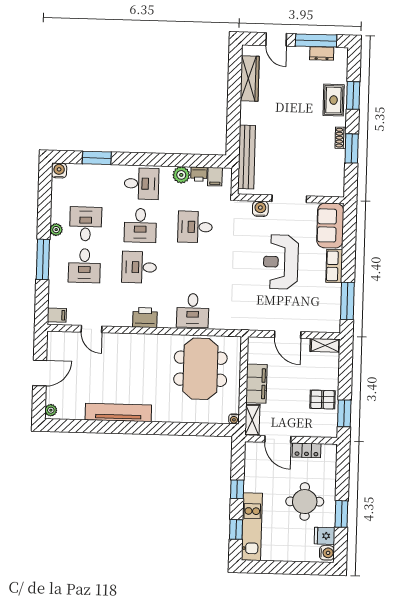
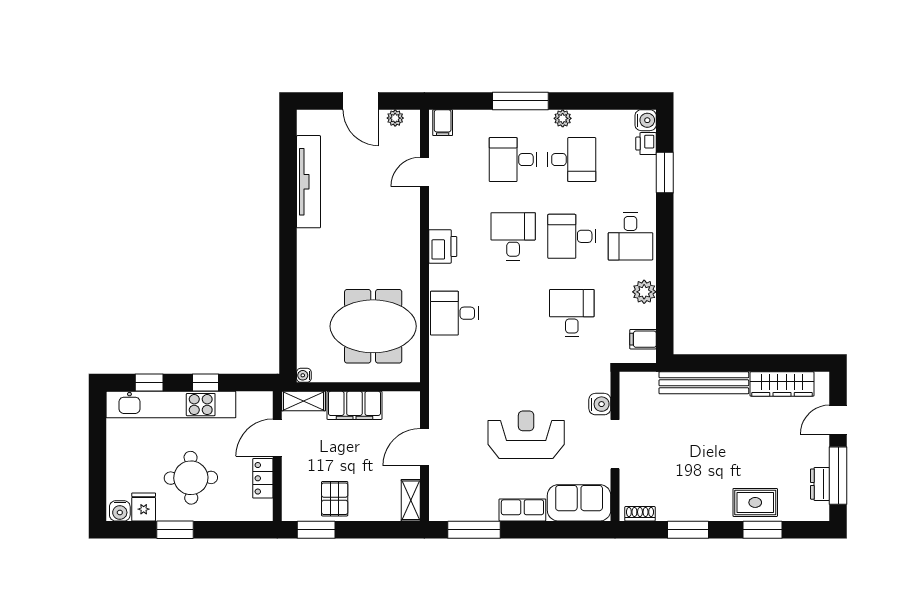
shoe rack: (341, 138) -> (640, 514), moved
bench: (247, 157) -> (704, 383), moved
printer: (199, 174) -> (646, 144), moved
plant: (51, 410) -> (395, 118), moved
tv unit: (118, 412) -> (309, 182), moved
kitchen unit: (252, 527) -> (171, 405), width x1.36

